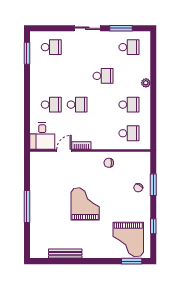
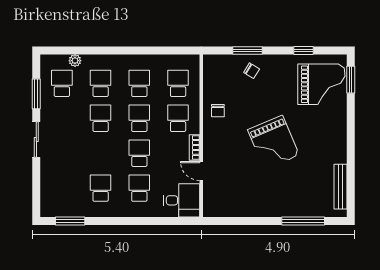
school desk: (51, 47) -> (101, 188), moved
school desk: (129, 76) -> (101, 83), added
plant: (146, 83) -> (75, 61), moved
school desk: (103, 105) -> (139, 118), added
school desk: (103, 133) -> (178, 118), added
grand piano: (85, 204) -> (273, 142), turned -113
window: (27, 207) -> (303, 221), moved
bench: (65, 254) -> (340, 187), moved

